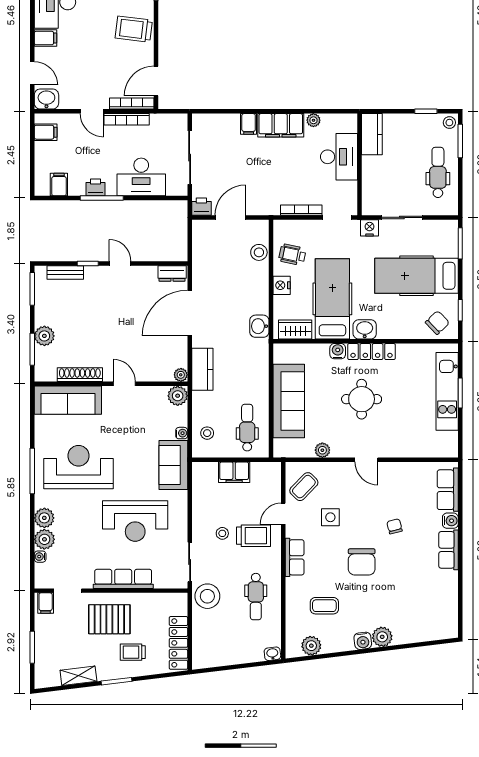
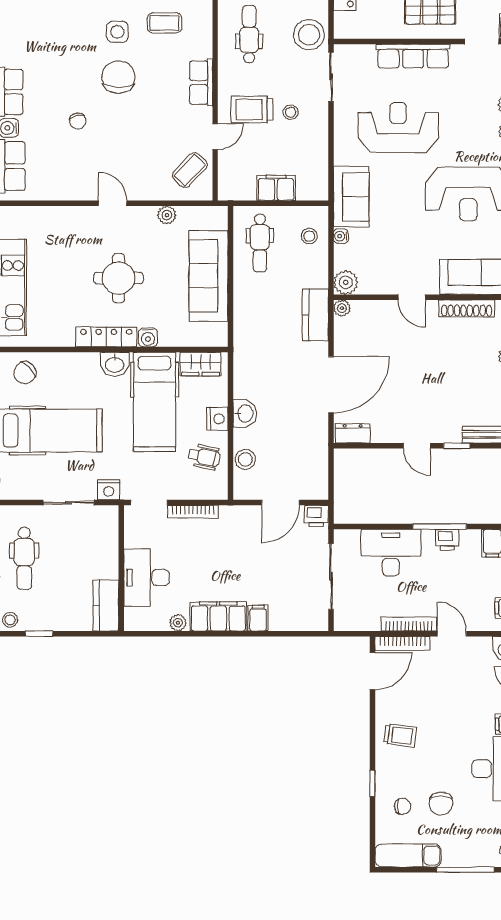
trolley: (134, 29) -> (400, 735), width x0.73, depth x0.72
washbasin: (259, 326) -> (245, 413), moved
side table: (330, 517) -> (117, 32), moved

